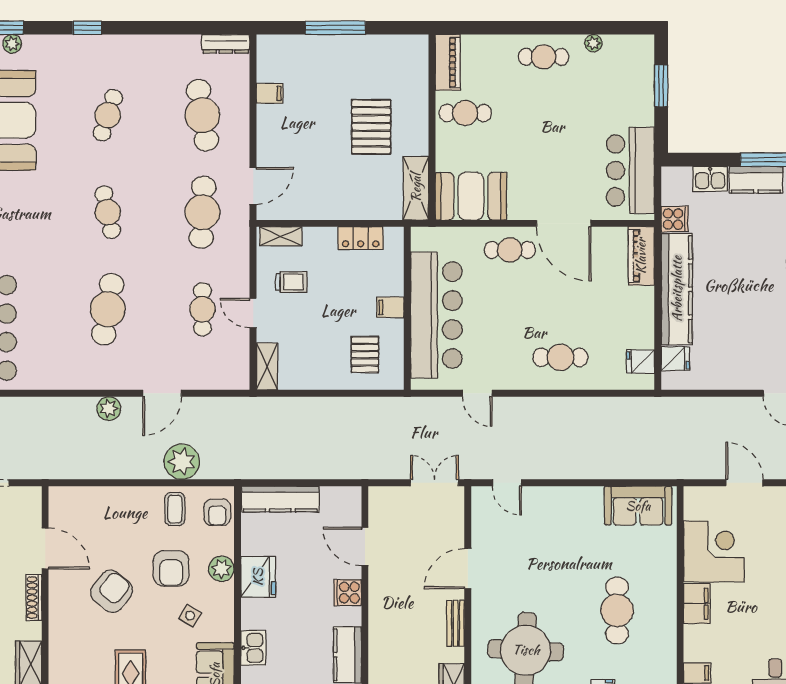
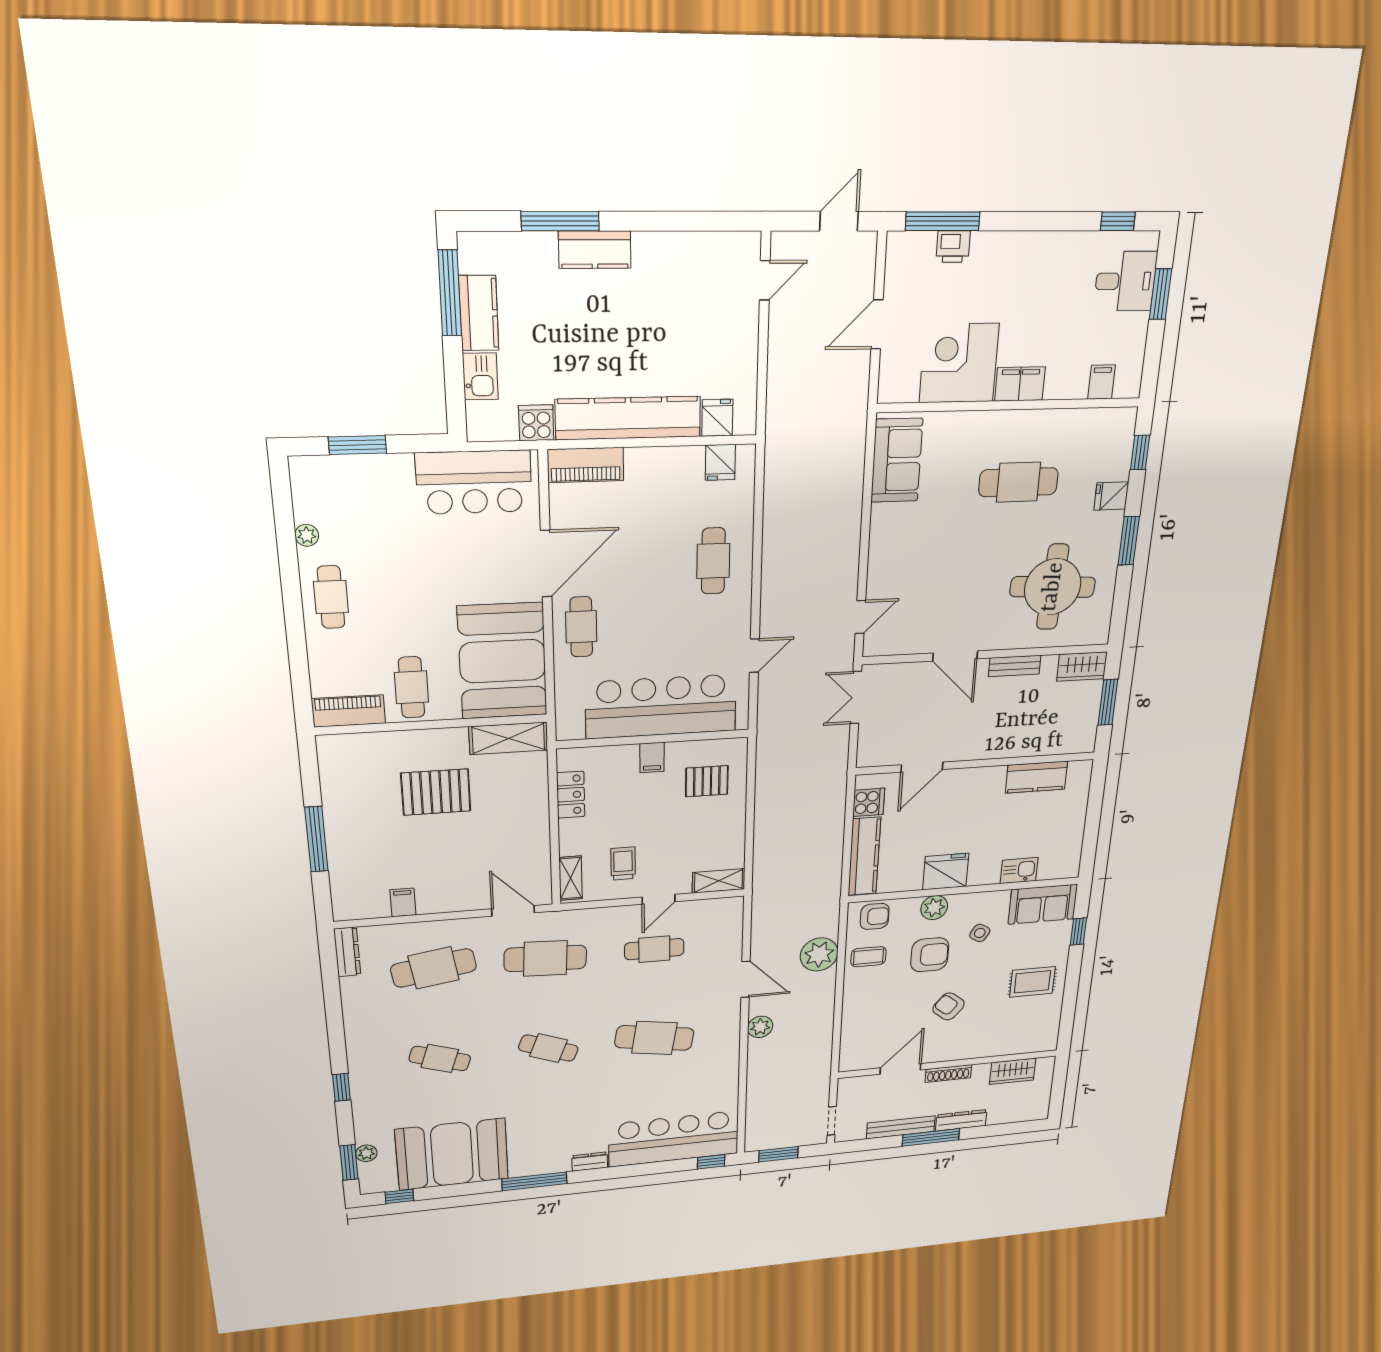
booth: (471, 196) -> (503, 661), width x1.36, depth x1.42
cafe table: (108, 212) -> (548, 1048), turned 33
armchair: (112, 591) -> (949, 1006), width x0.72, depth x0.72
cooker: (348, 593) -> (869, 802), moved, turned -90

